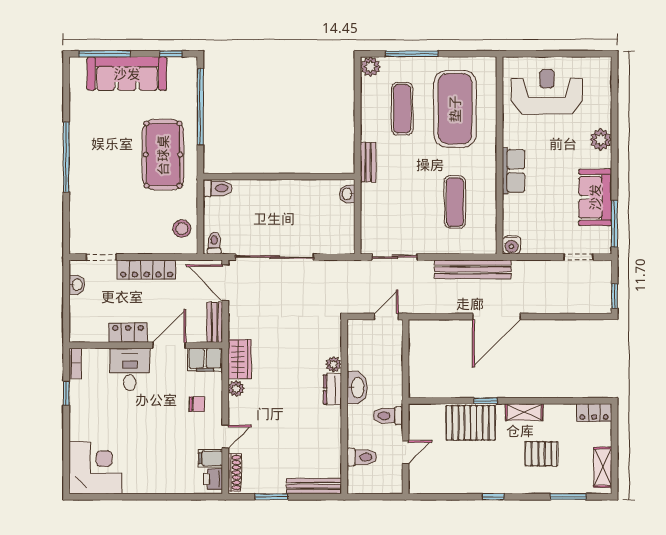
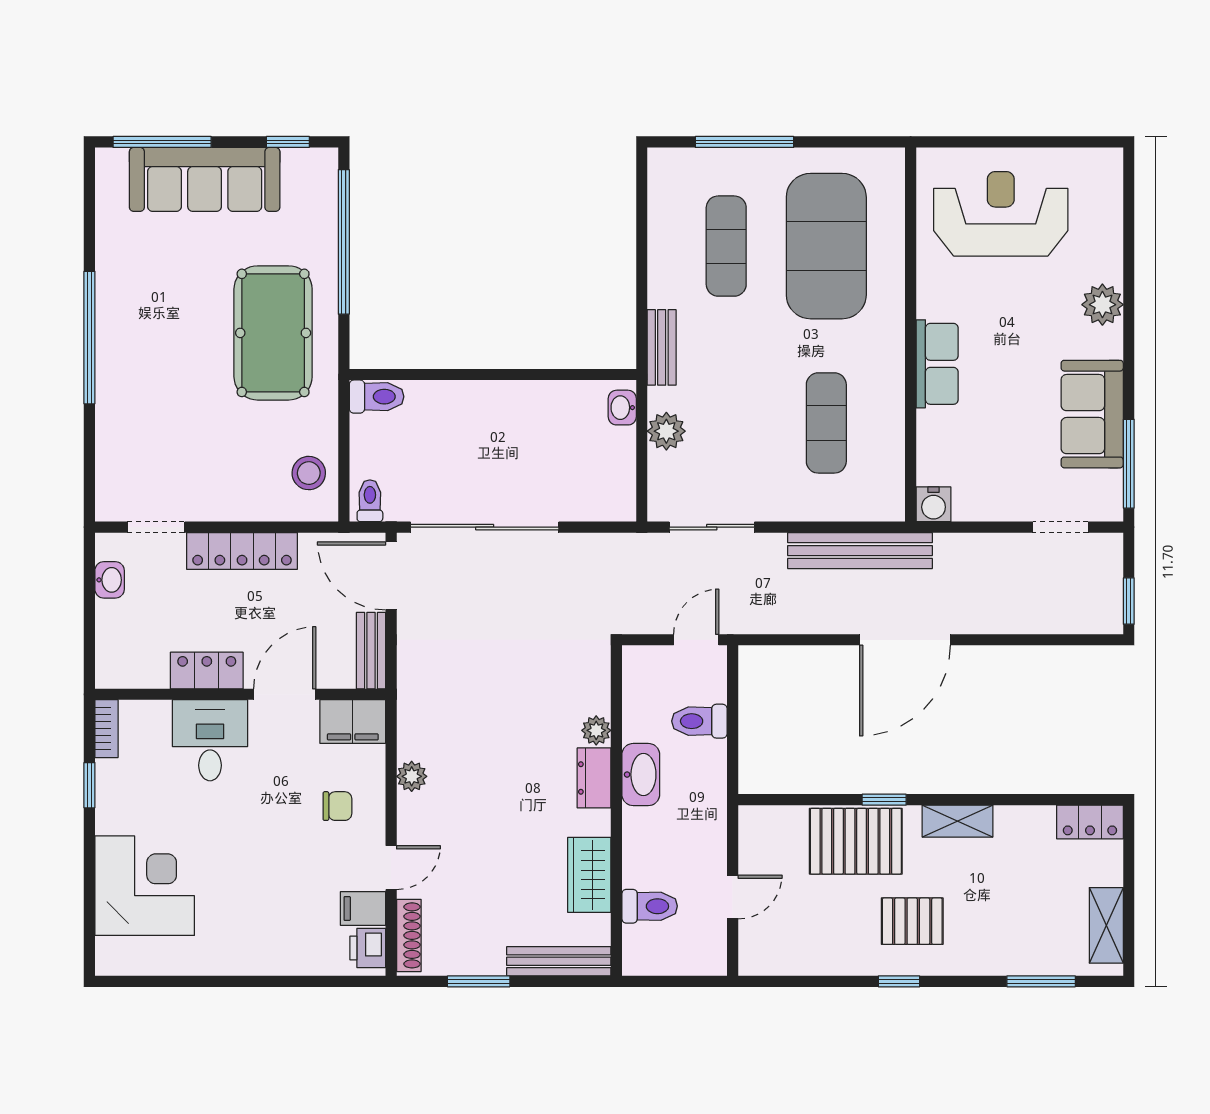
plant: (371, 67) -> (666, 431), moved
wardrobe: (240, 359) -> (589, 875), moved, turned 180
toilet: (388, 416) -> (699, 721), moved
pallet: (541, 454) -> (912, 921), moved
corner desk: (95, 468) -> (145, 886), moved

